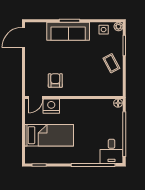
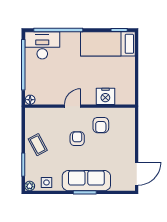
armchair: (76, 69) -> (77, 139), added
door: (36, 97) -> (73, 106), moved
bed: (49, 135) -> (108, 44), moved
desk: (111, 151) -> (42, 45), width x1.37

